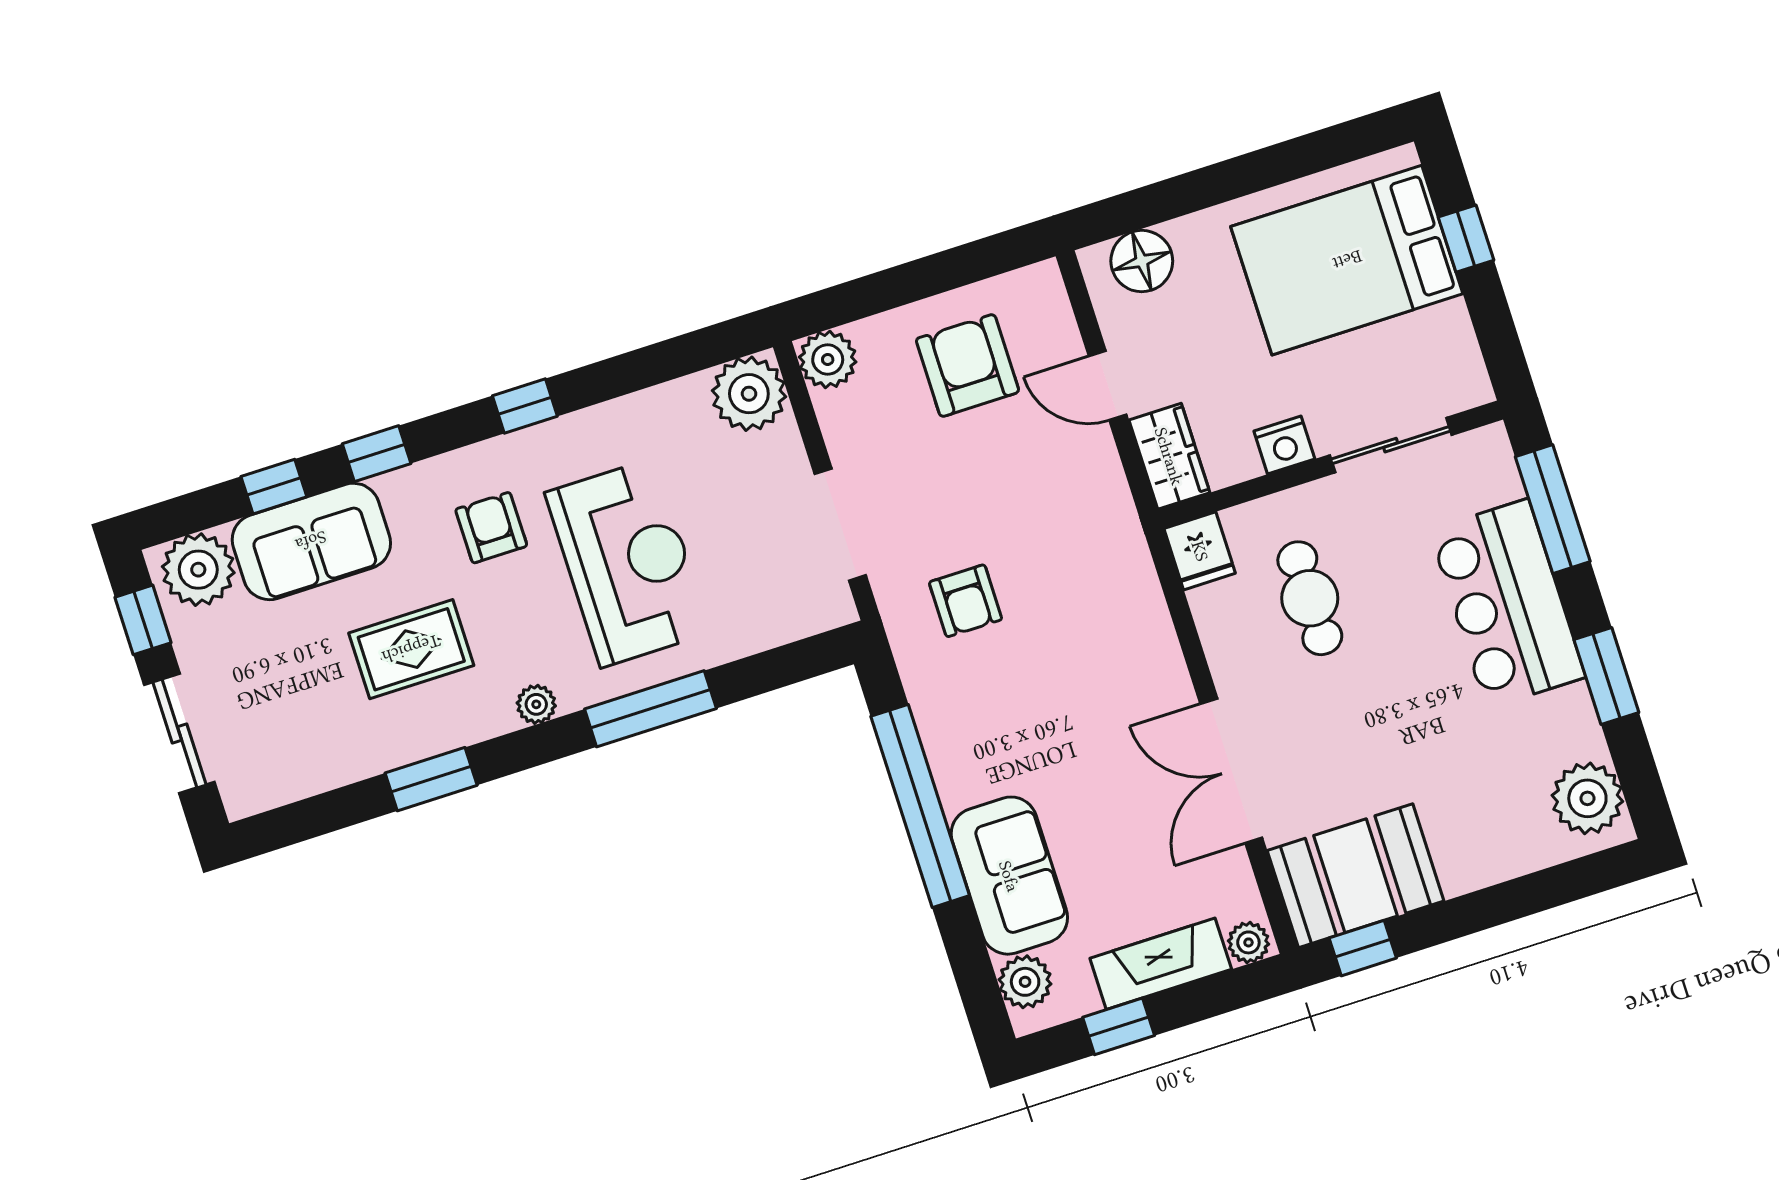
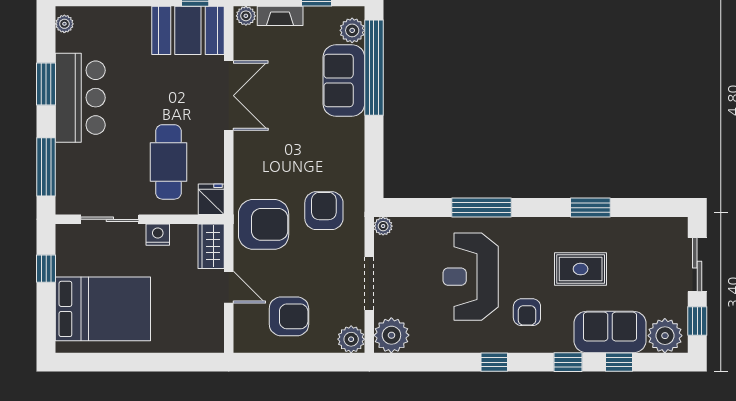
window: (1466, 239) -> (46, 269), moved
floor lamp: (1142, 261) -> (195, 338), removed
armchair: (967, 365) -> (289, 316), turned -90
doorway: (840, 525) -> (369, 283), moved
armchair: (1078, 534) -> (264, 224), added
cafe table: (1310, 598) -> (168, 162), width x1.37, depth x1.35
armchair: (966, 601) -> (324, 211), width x1.38, depth x1.38
bar counter: (1507, 604) -> (80, 98), moved
plant: (536, 704) -> (383, 226), moved
plant: (1587, 798) -> (64, 24), width x0.53, depth x0.53
window: (920, 806) -> (374, 68), moved
fireplace: (1161, 964) -> (280, 16), width x0.73, depth x0.76

